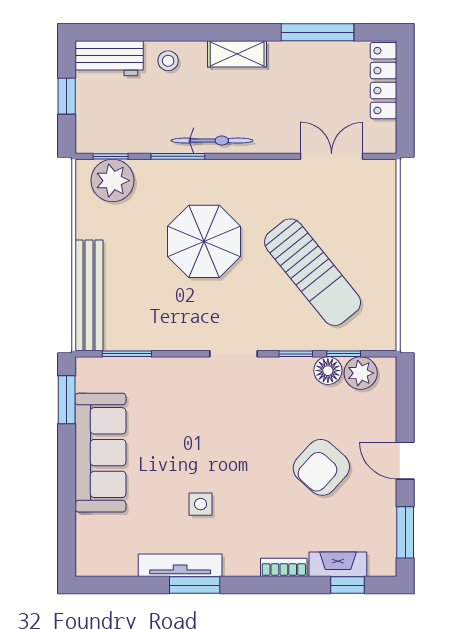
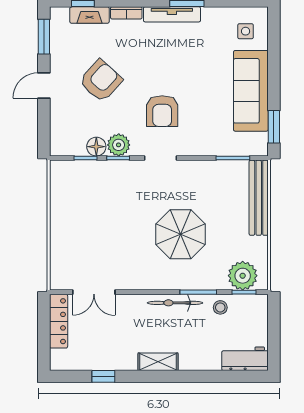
window: (317, 32) -> (103, 376), width x0.46
stool: (168, 61) -> (220, 307), moved
locker: (383, 81) -> (59, 321), moved
window: (67, 96) -> (274, 333), removed
sun lounger: (313, 272) -> (107, 213), removed
plant: (361, 373) -> (119, 145), moved
armchair: (231, 423) -> (162, 111), added
door: (405, 461) -> (44, 85), swing flipped
side table: (201, 504) -> (246, 31), moved
tv unit: (180, 565) -> (172, 14), moved

